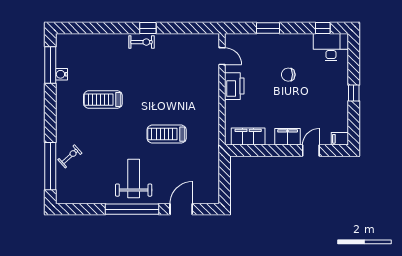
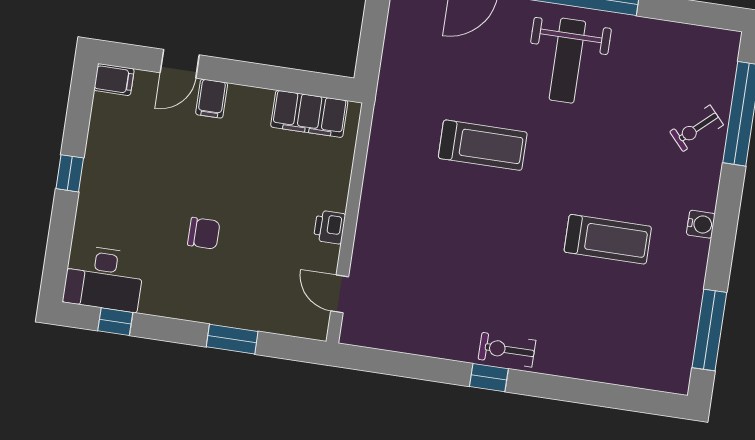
water cooler: (61, 74) -> (701, 224), moved
printer: (234, 86) -> (330, 227), width x0.53, depth x0.68
filing cabinet: (288, 137) -> (212, 99), width x0.50

